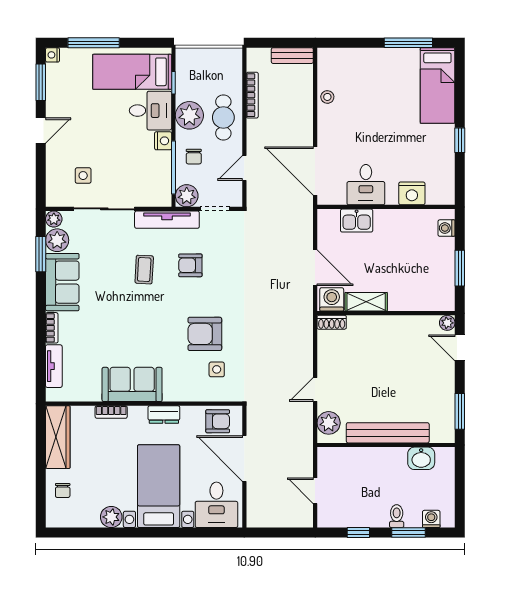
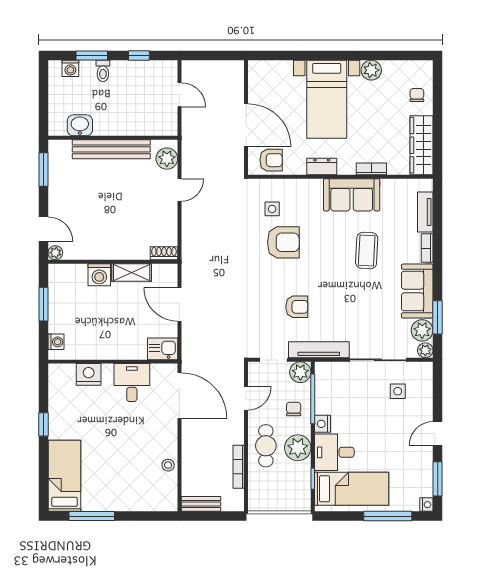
kitchen sink: (357, 221) -> (163, 349), moved
coffee table: (144, 270) -> (367, 251), moved, width x1.36, depth x1.30
washing machine: (332, 299) -> (99, 275), moved
armchair: (218, 421) -> (271, 160), turned 180
desk: (216, 505) -> (272, 82), removed

